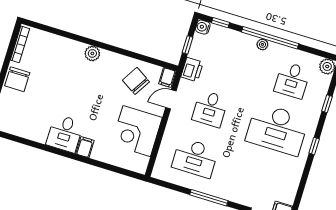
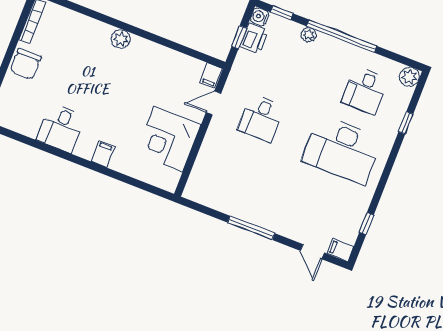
plant: (262, 44) -> (309, 35), moved
printer: (192, 70) -> (254, 38), moved
chair: (136, 81) -> (172, 77), removed
desk: (65, 133) -> (61, 128), moved
window: (314, 146) -> (367, 224), moved
desk: (195, 158) -> (238, 177), removed

